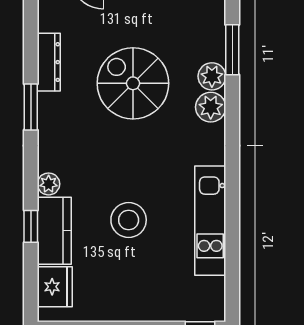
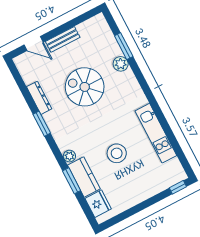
plant: (211, 107) -> (128, 79), removed
window: (31, 226) -> (72, 181), width x1.50

